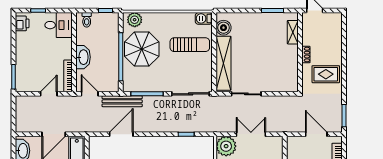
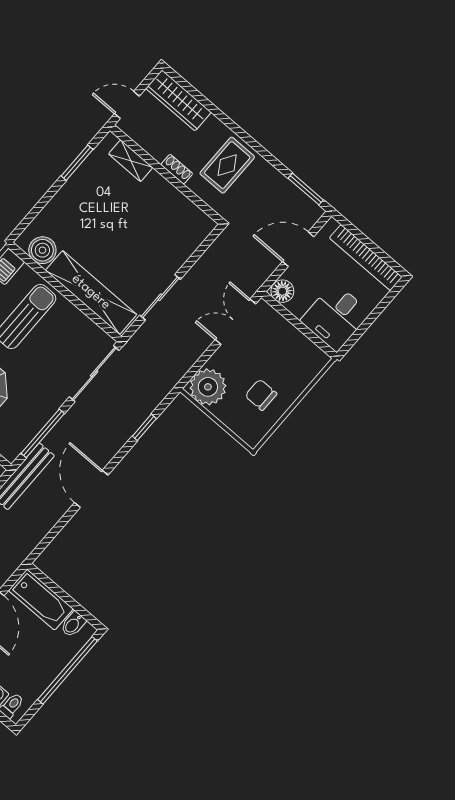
wardrobe: (335, 30) -> (178, 100), added
door: (121, 134) -> (91, 489), moved
double door: (251, 134) -> (236, 322), moved
floor lamp: (293, 143) -> (282, 291), added

